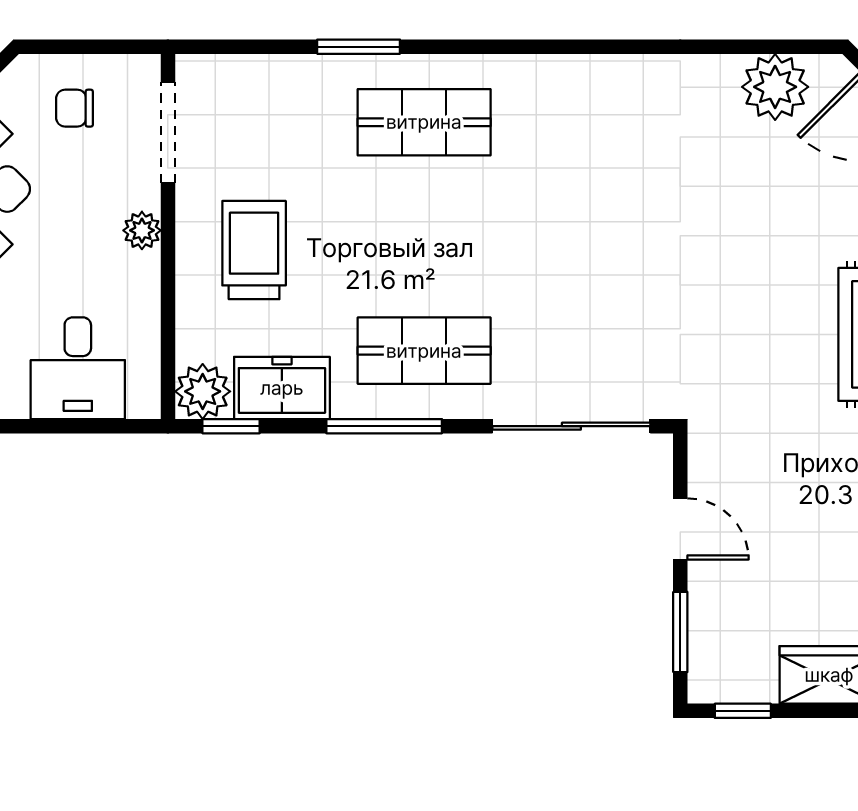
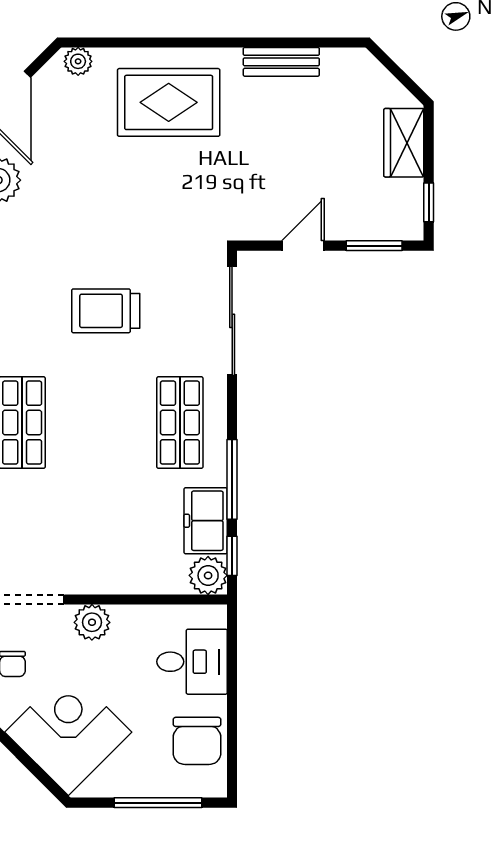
plant: (142, 230) -> (92, 622), width x1.38, depth x1.38
trolley: (254, 250) -> (106, 311), moved
window: (384, 426) -> (232, 479), moved

